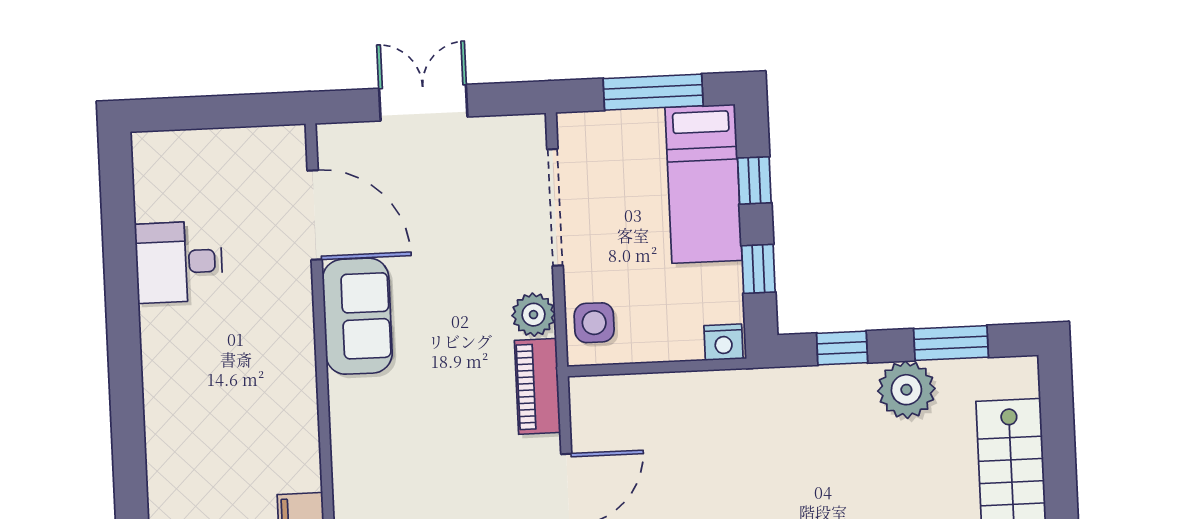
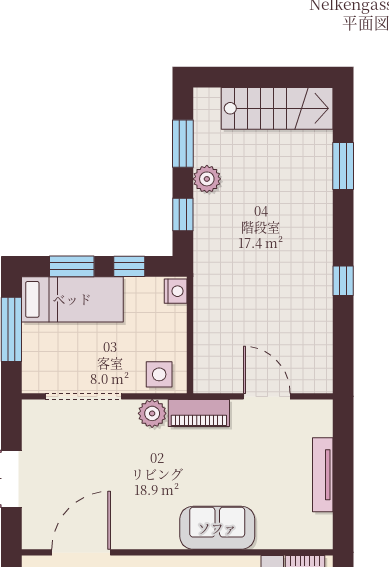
window: (754, 180) -> (72, 266), width x1.50
sofa: (357, 316) -> (217, 528), moved
plant: (906, 390) -> (207, 179), width x0.73, depth x0.73

